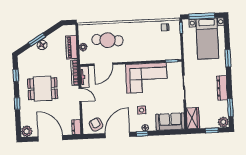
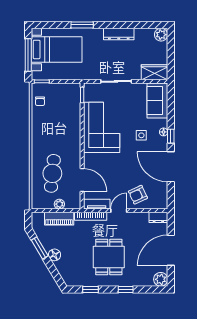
window: (37, 40) -> (40, 248), moved
window: (230, 108) -> (144, 25), removed
armchair: (96, 124) -> (138, 195), moved
window: (212, 130) -> (171, 50), removed

